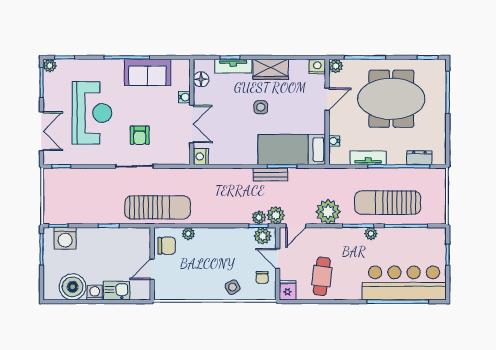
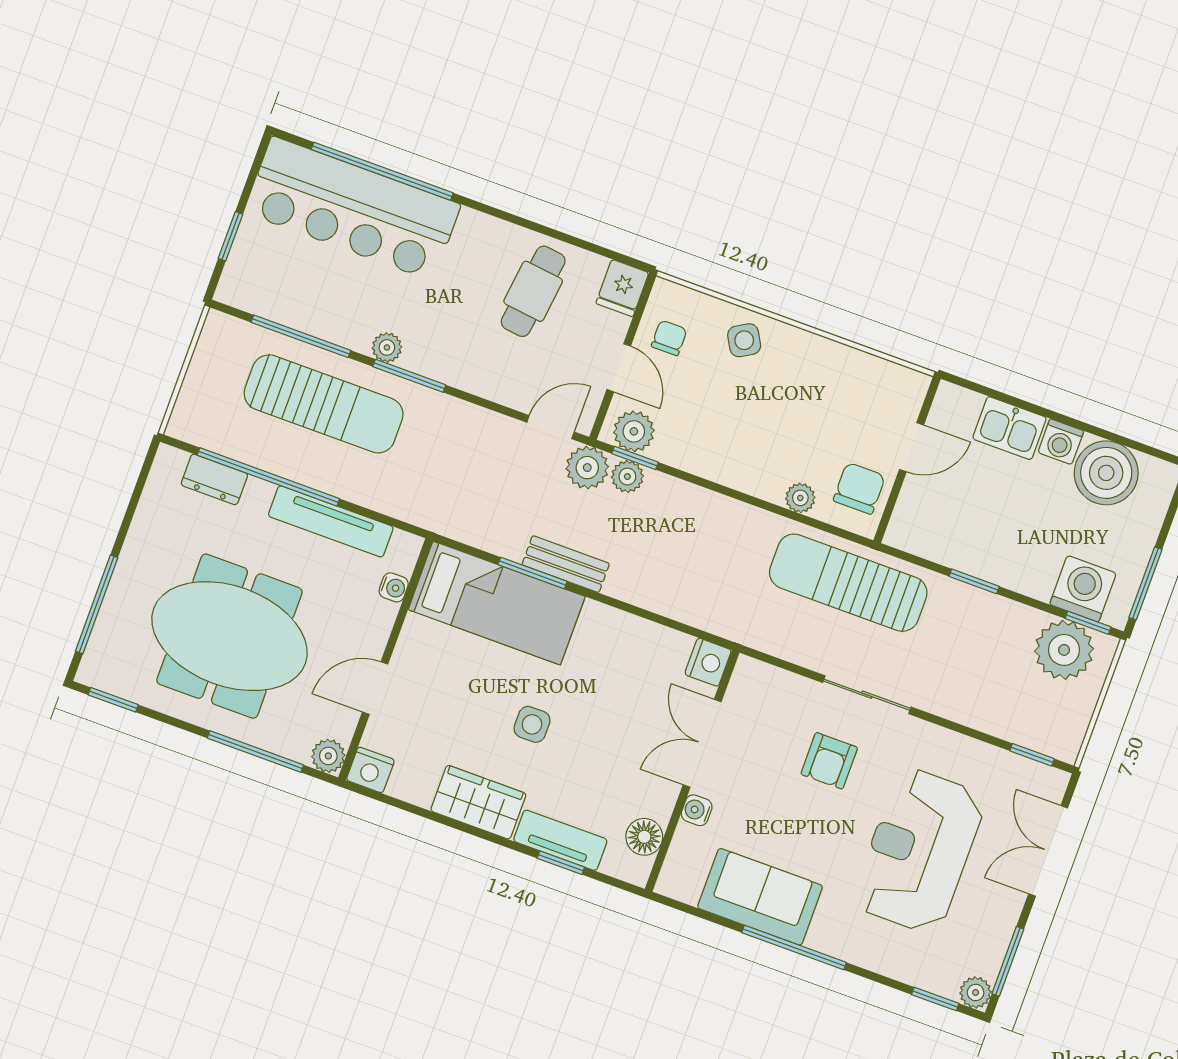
armchair: (140, 135) -> (829, 761), turned 180
tv unit: (368, 158) -> (331, 521), width x1.41
plant: (328, 212) -> (1064, 650), moved
chair: (167, 246) -> (859, 488), turned 90

